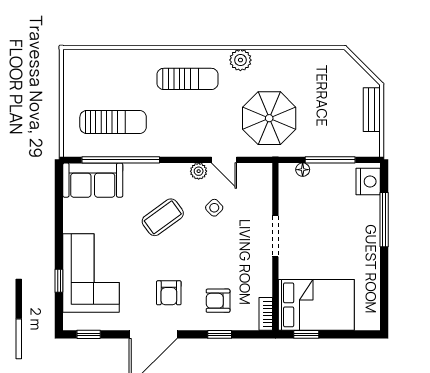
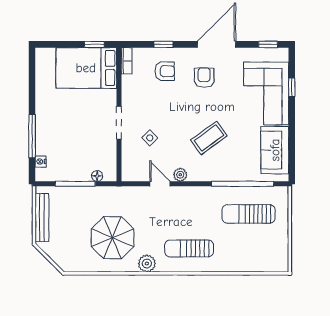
bench: (372, 110) -> (42, 217), width x1.36
parasol: (269, 118) -> (112, 238), moved
sofa: (93, 180) -> (275, 150), moved, turned -90
nightstand: (368, 181) -> (41, 161), width x0.53, depth x0.56
side table: (214, 208) -> (150, 138), moved

